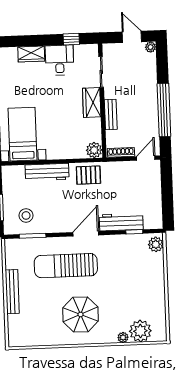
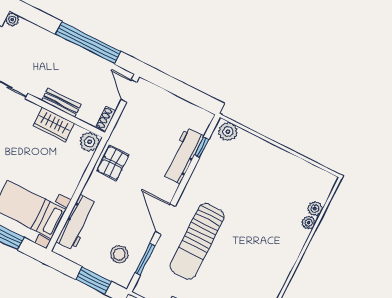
wardrobe: (92, 103) -> (54, 125), moved
shoe rack: (121, 152) -> (106, 119), width x0.70
workbench: (47, 172) -> (77, 222), moved
door: (86, 234) -> (165, 219), moved
parasol: (80, 314) -> (259, 255), removed
plant: (140, 331) -> (315, 209), width x0.53, depth x0.53

